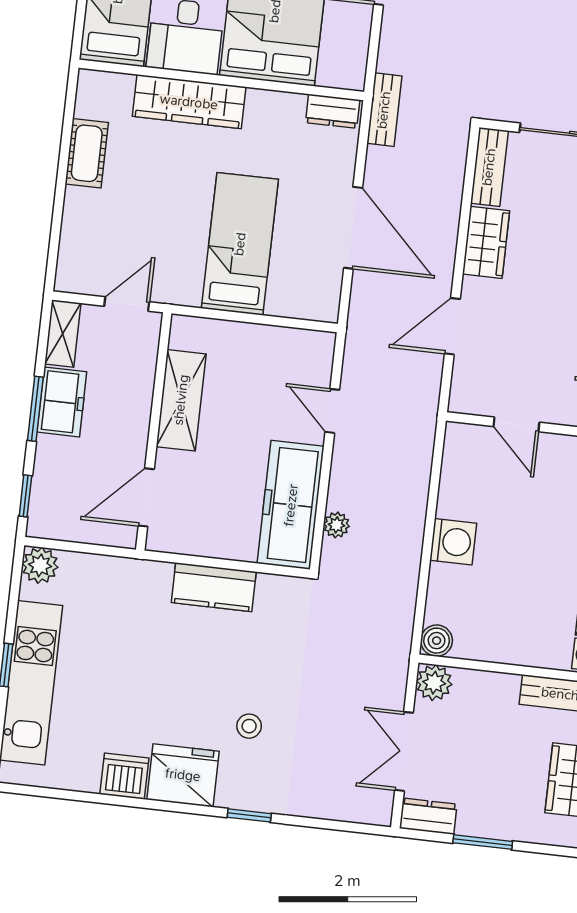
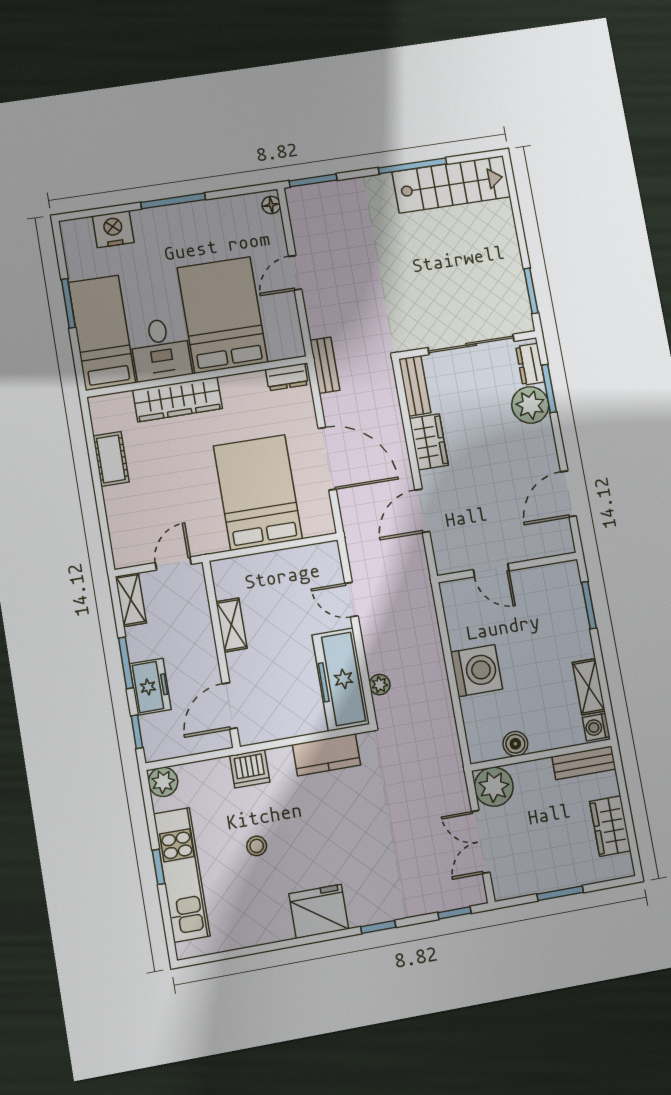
bed: (240, 244) -> (258, 492), width x1.50
shelving: (181, 400) -> (231, 625), width x0.67, depth x0.75
freezer: (62, 402) -> (150, 687), moved
washing machine: (453, 542) -> (477, 671), width x1.37, depth x1.37
kitchen counter: (214, 587) -> (326, 755), moved
boiler: (437, 641) -> (515, 744), moved
plant: (434, 683) -> (494, 787), width x1.36, depth x1.36
stool: (249, 726) -> (257, 846), moved
dishwasher: (124, 776) -> (250, 769), moved, turned 180
dresser: (428, 816) -> (514, 886), removed
window: (347, 826) -> (455, 913), added

